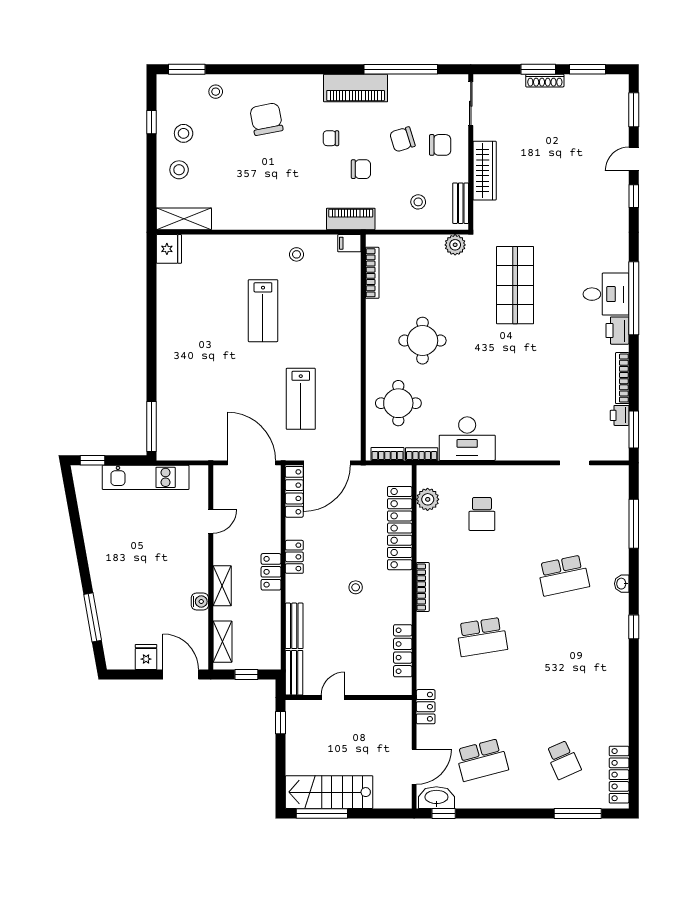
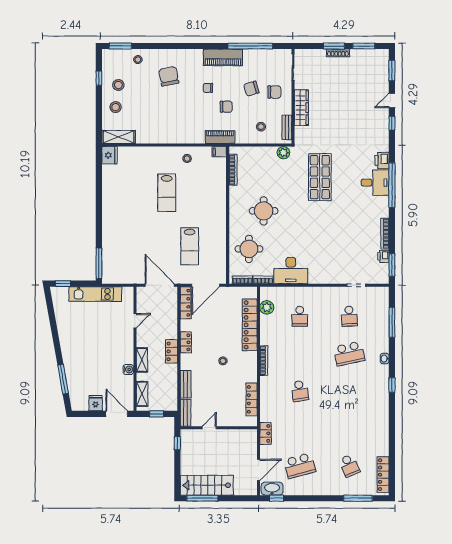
printer: (617, 331) -> (382, 160), moved
school desk: (563, 514) -> (349, 316), added
school desk: (482, 637) -> (300, 391), width x0.54

